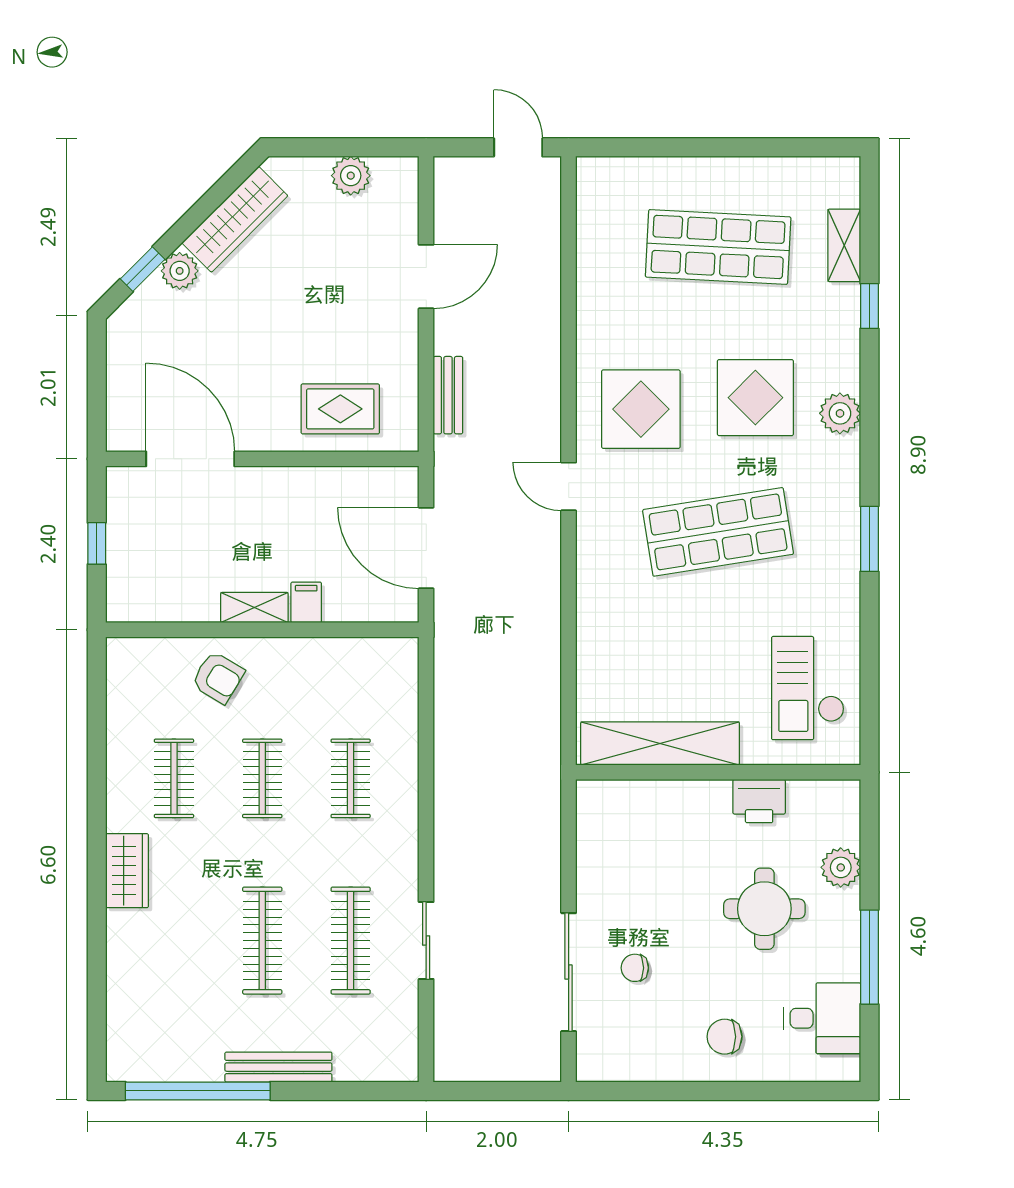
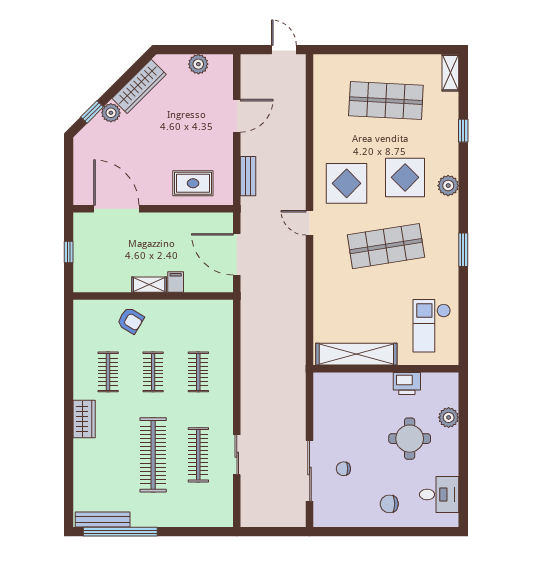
shelving: (844, 245) -> (450, 73), moved
clothes rail: (262, 941) -> (153, 455), width x1.37, depth x1.31
window: (869, 957) -> (463, 463), removed
bench: (278, 1067) -> (103, 519), moved

